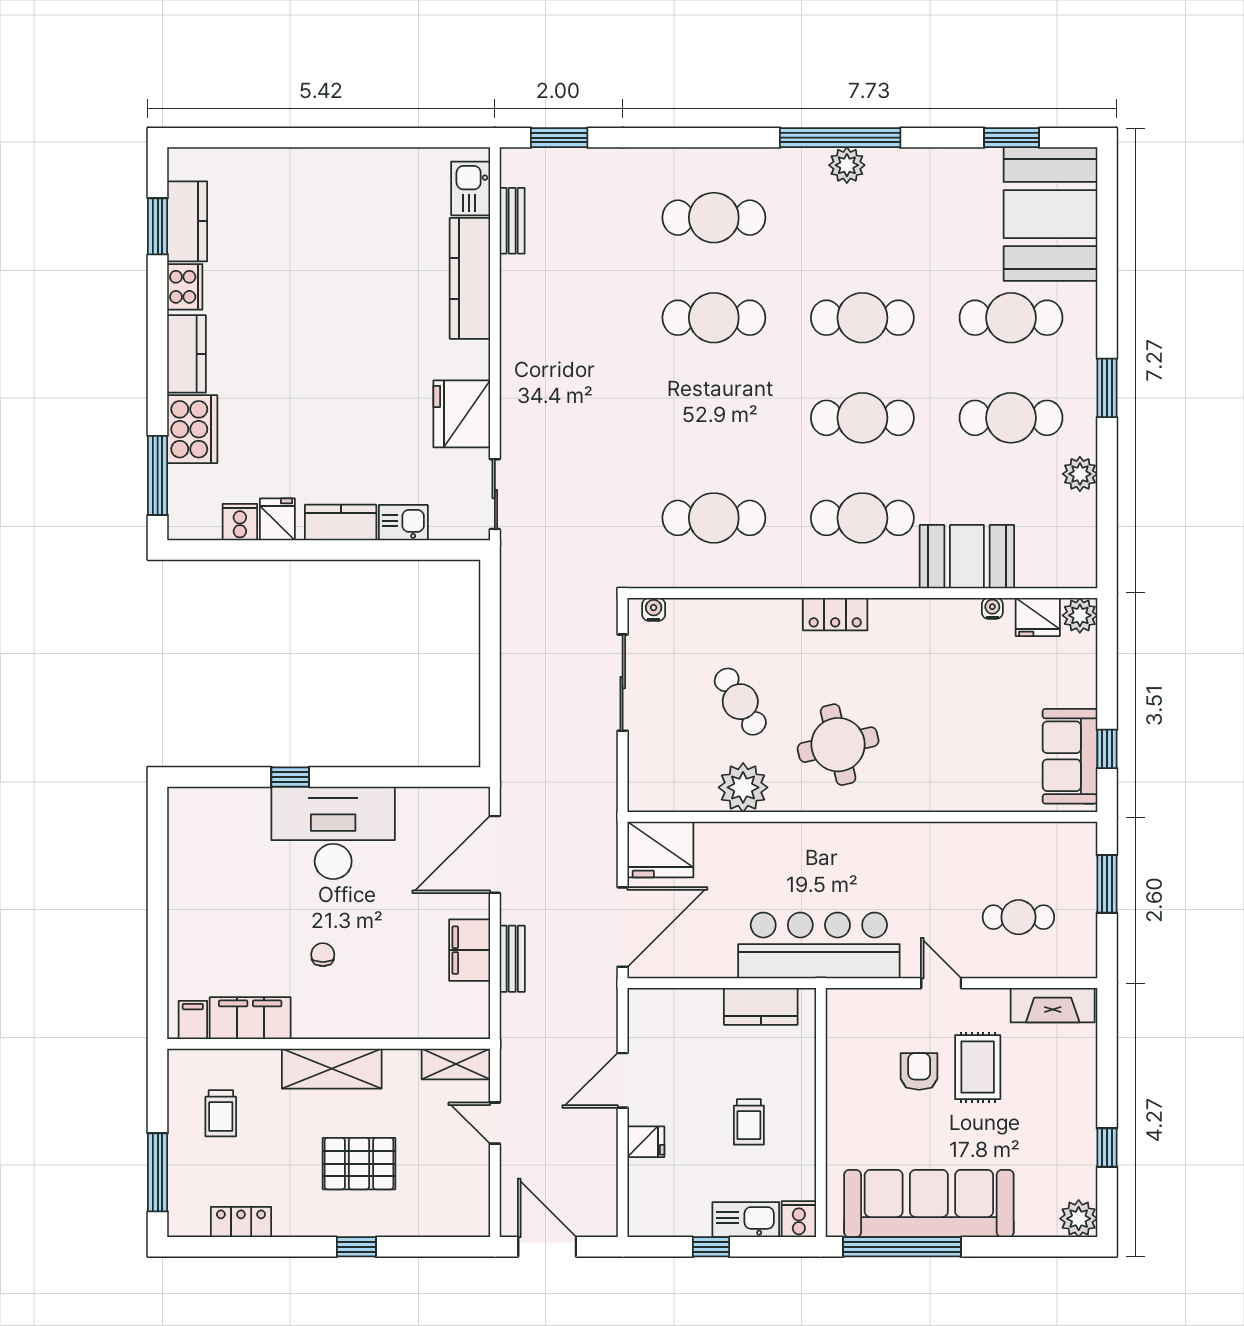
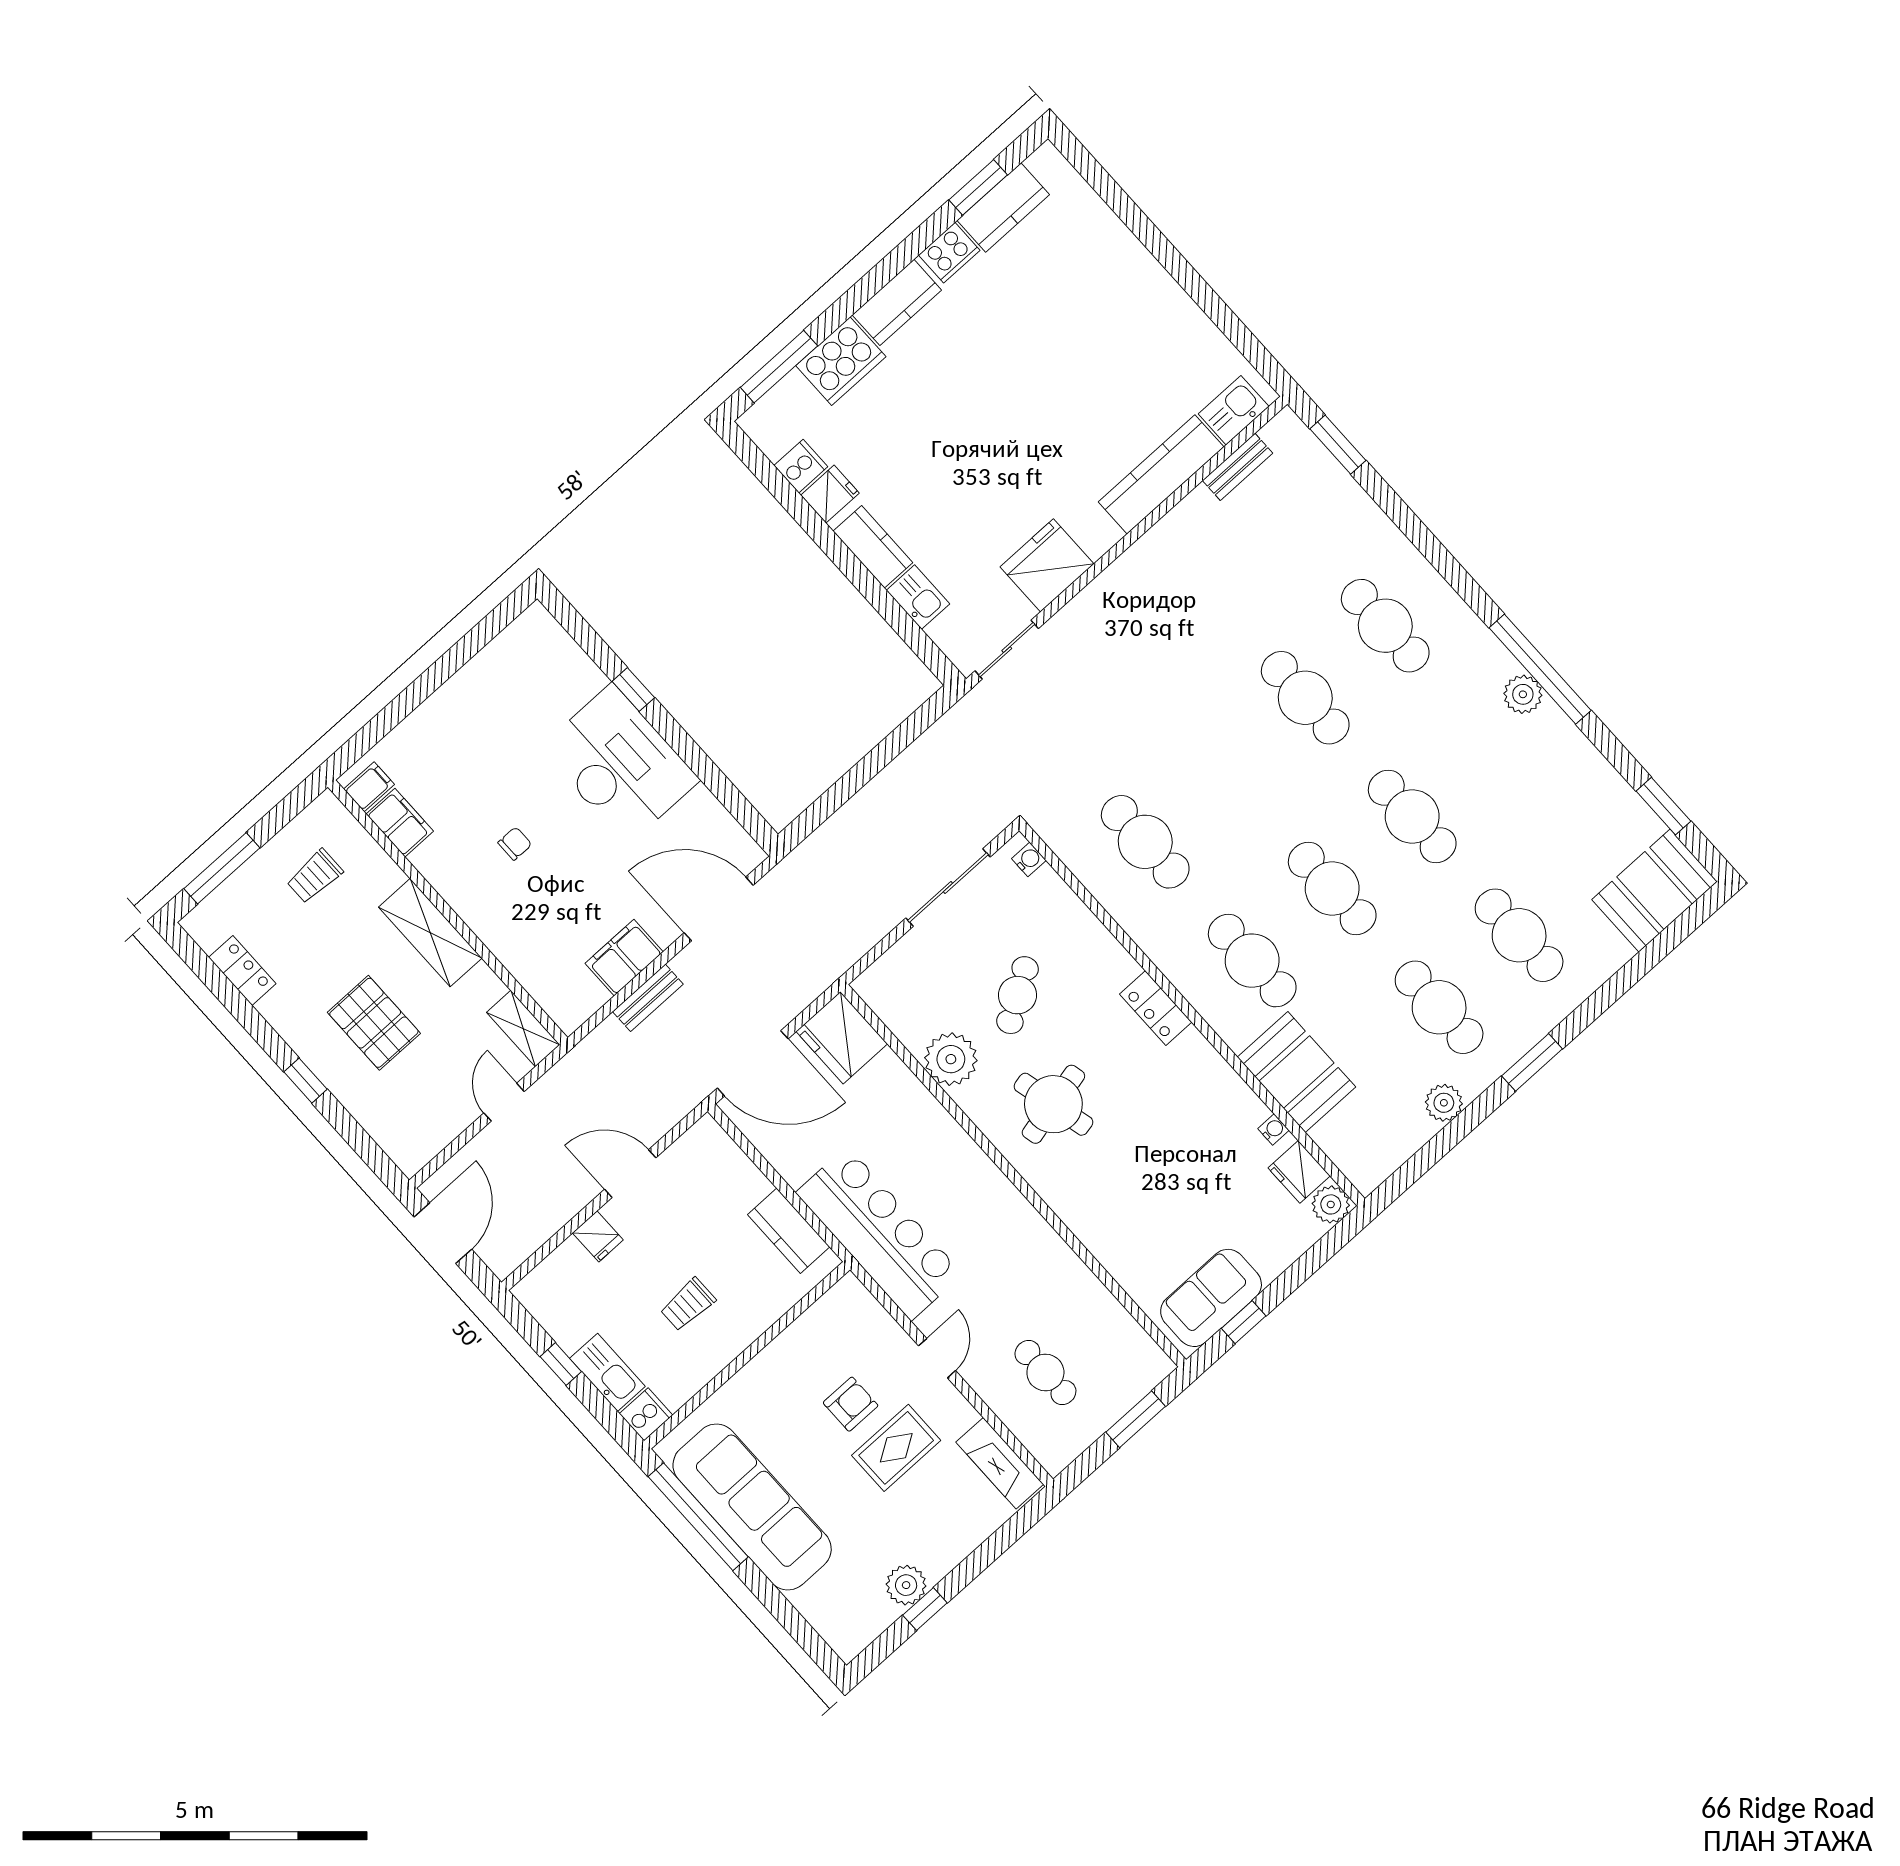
booth: (1050, 214) -> (1655, 891), width x0.73, depth x0.70
filing cabinet: (250, 1018) -> (400, 823), width x0.67, depth x0.86
plant: (1079, 1219) -> (906, 1585), moved

